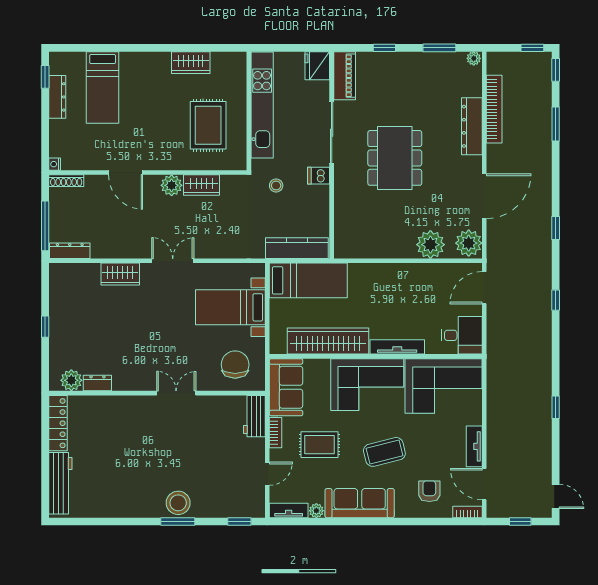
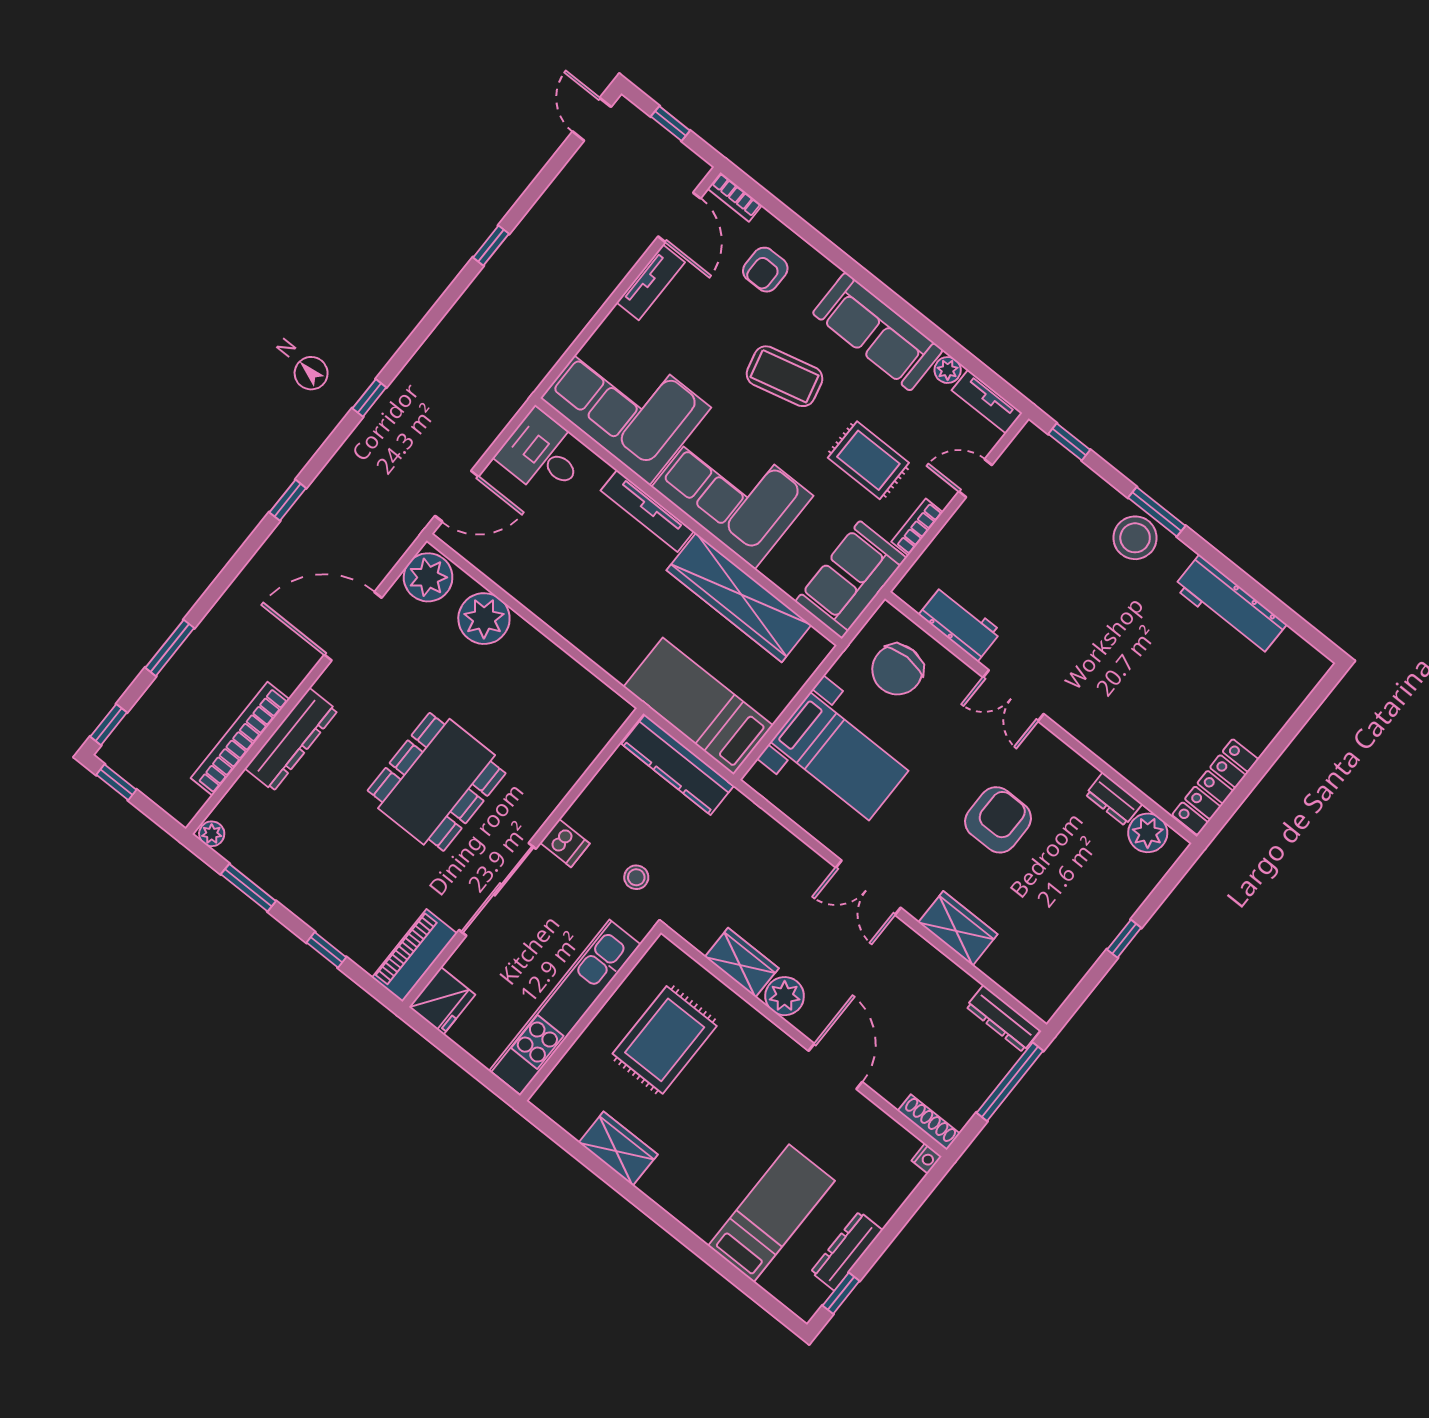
armchair: (140, 334) -> (998, 820), added
workbench: (254, 416) -> (960, 623), moved, turned -90
workbench: (60, 483) -> (1230, 606), moved, turned -90

